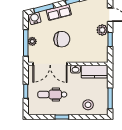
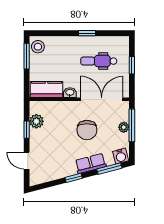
plant: (102, 30) -> (36, 121), moved
chair: (62, 39) -> (87, 130), turned -91
dental chair: (52, 95) -> (99, 61), turned 180
stool: (88, 105) -> (38, 47), moved

